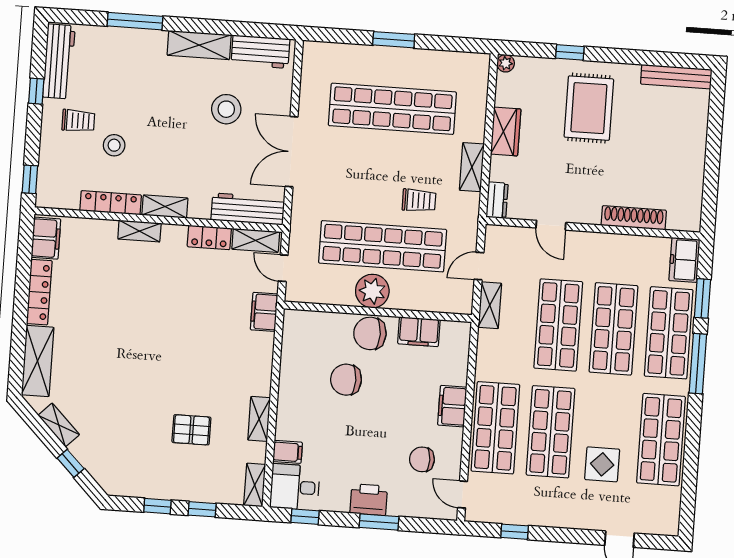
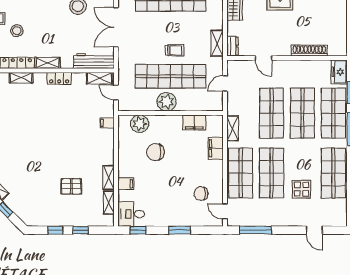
shelving: (472, 167) -> (217, 43), moved
trolley: (419, 200) -> (175, 50), moved
shelving: (139, 231) -> (21, 78), moved
locker: (209, 237) -> (59, 78), moved
shelving: (490, 305) -> (233, 128), moved
filing cabinet: (264, 312) -> (107, 123), width x0.50
plant: (321, 327) -> (140, 124), added
chair: (370, 333) -> (167, 125), removed
filing cabinet: (452, 406) -> (216, 148), moved
filing cabinet: (288, 452) -> (126, 184), moved
shelving: (255, 485) -> (109, 203), moved
printer: (369, 500) -> (173, 218), removed
window: (515, 532) -> (255, 230), width x2.17

